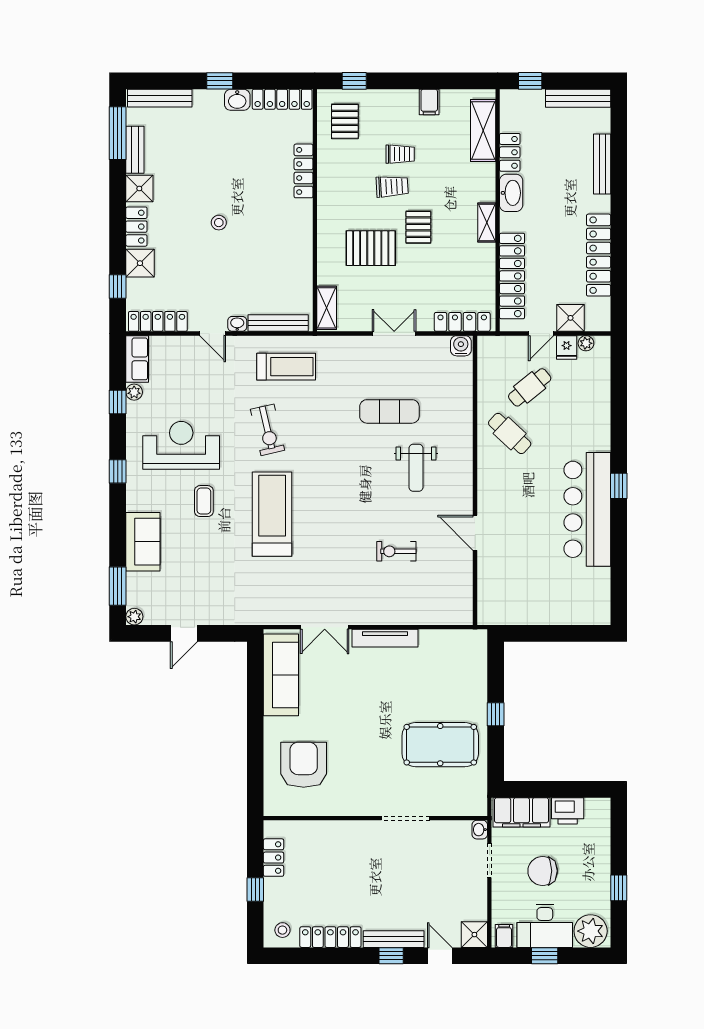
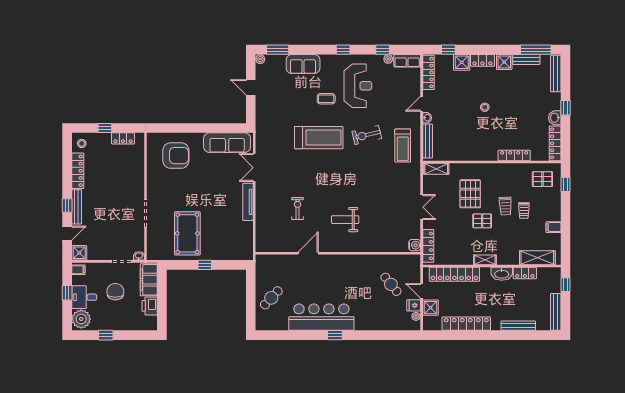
exercise mat: (389, 411) -> (377, 204), removed
cafe table: (510, 433) -> (271, 298), moved
desk: (545, 926) -> (84, 297), width x0.73

